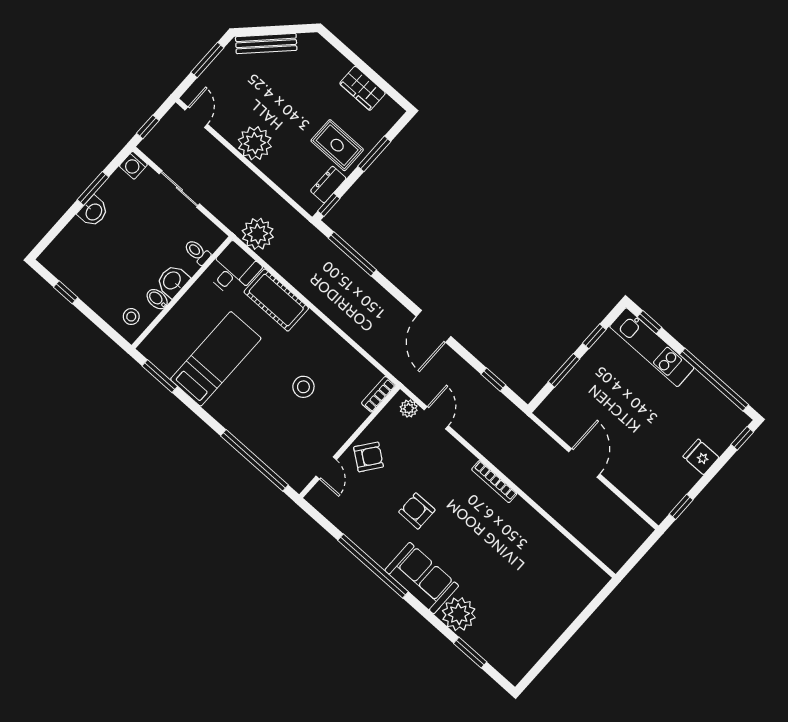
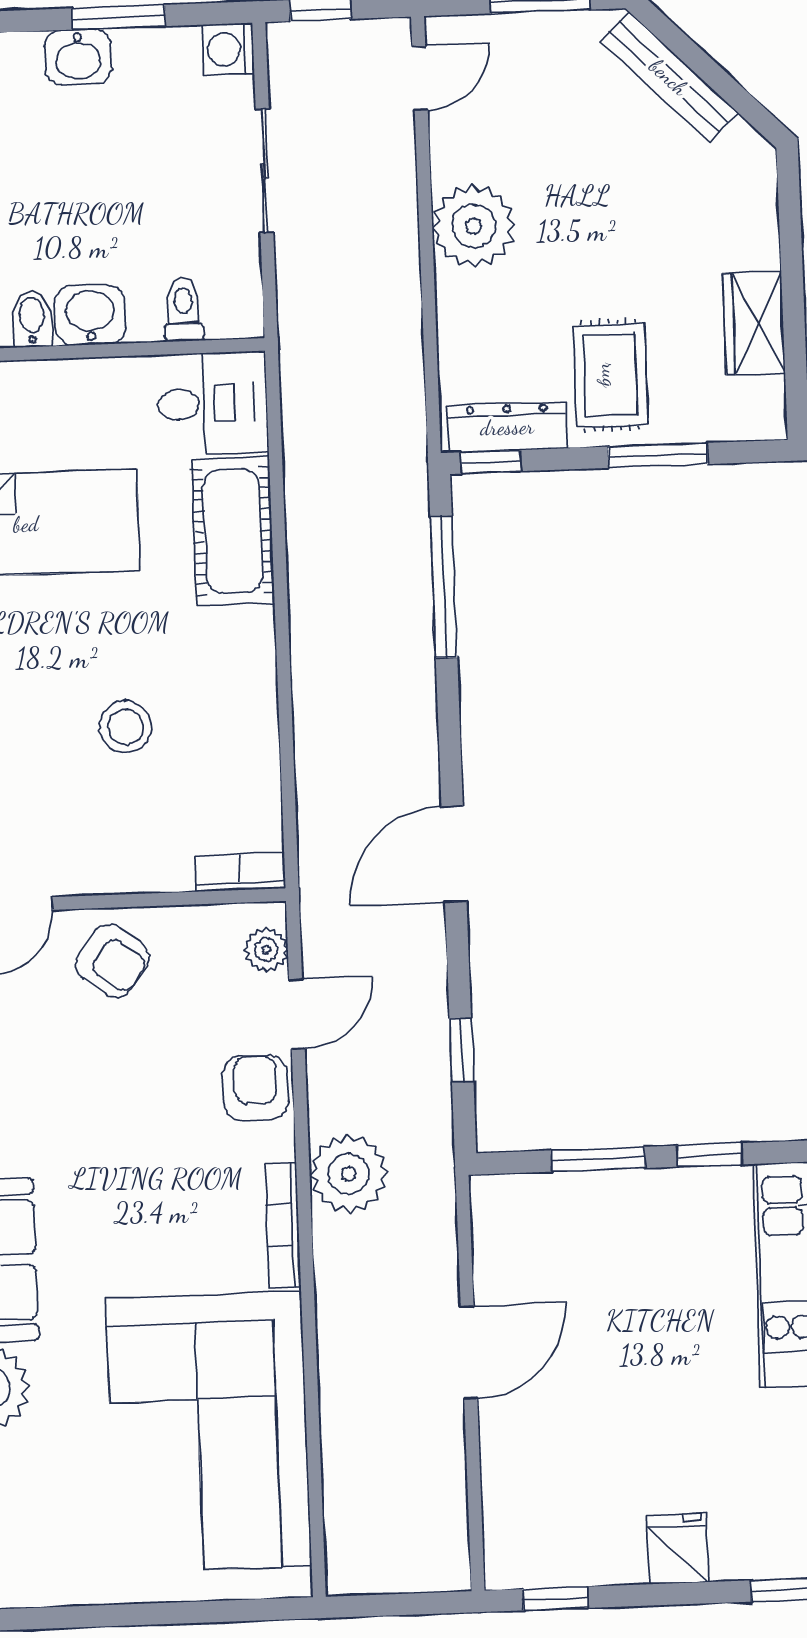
dresser: (328, 185) -> (507, 427), width x1.44
plant: (258, 234) -> (349, 1174), moved
armchair: (417, 511) -> (255, 1088), moved
corner sofa: (534, 562) -> (209, 1432), added

